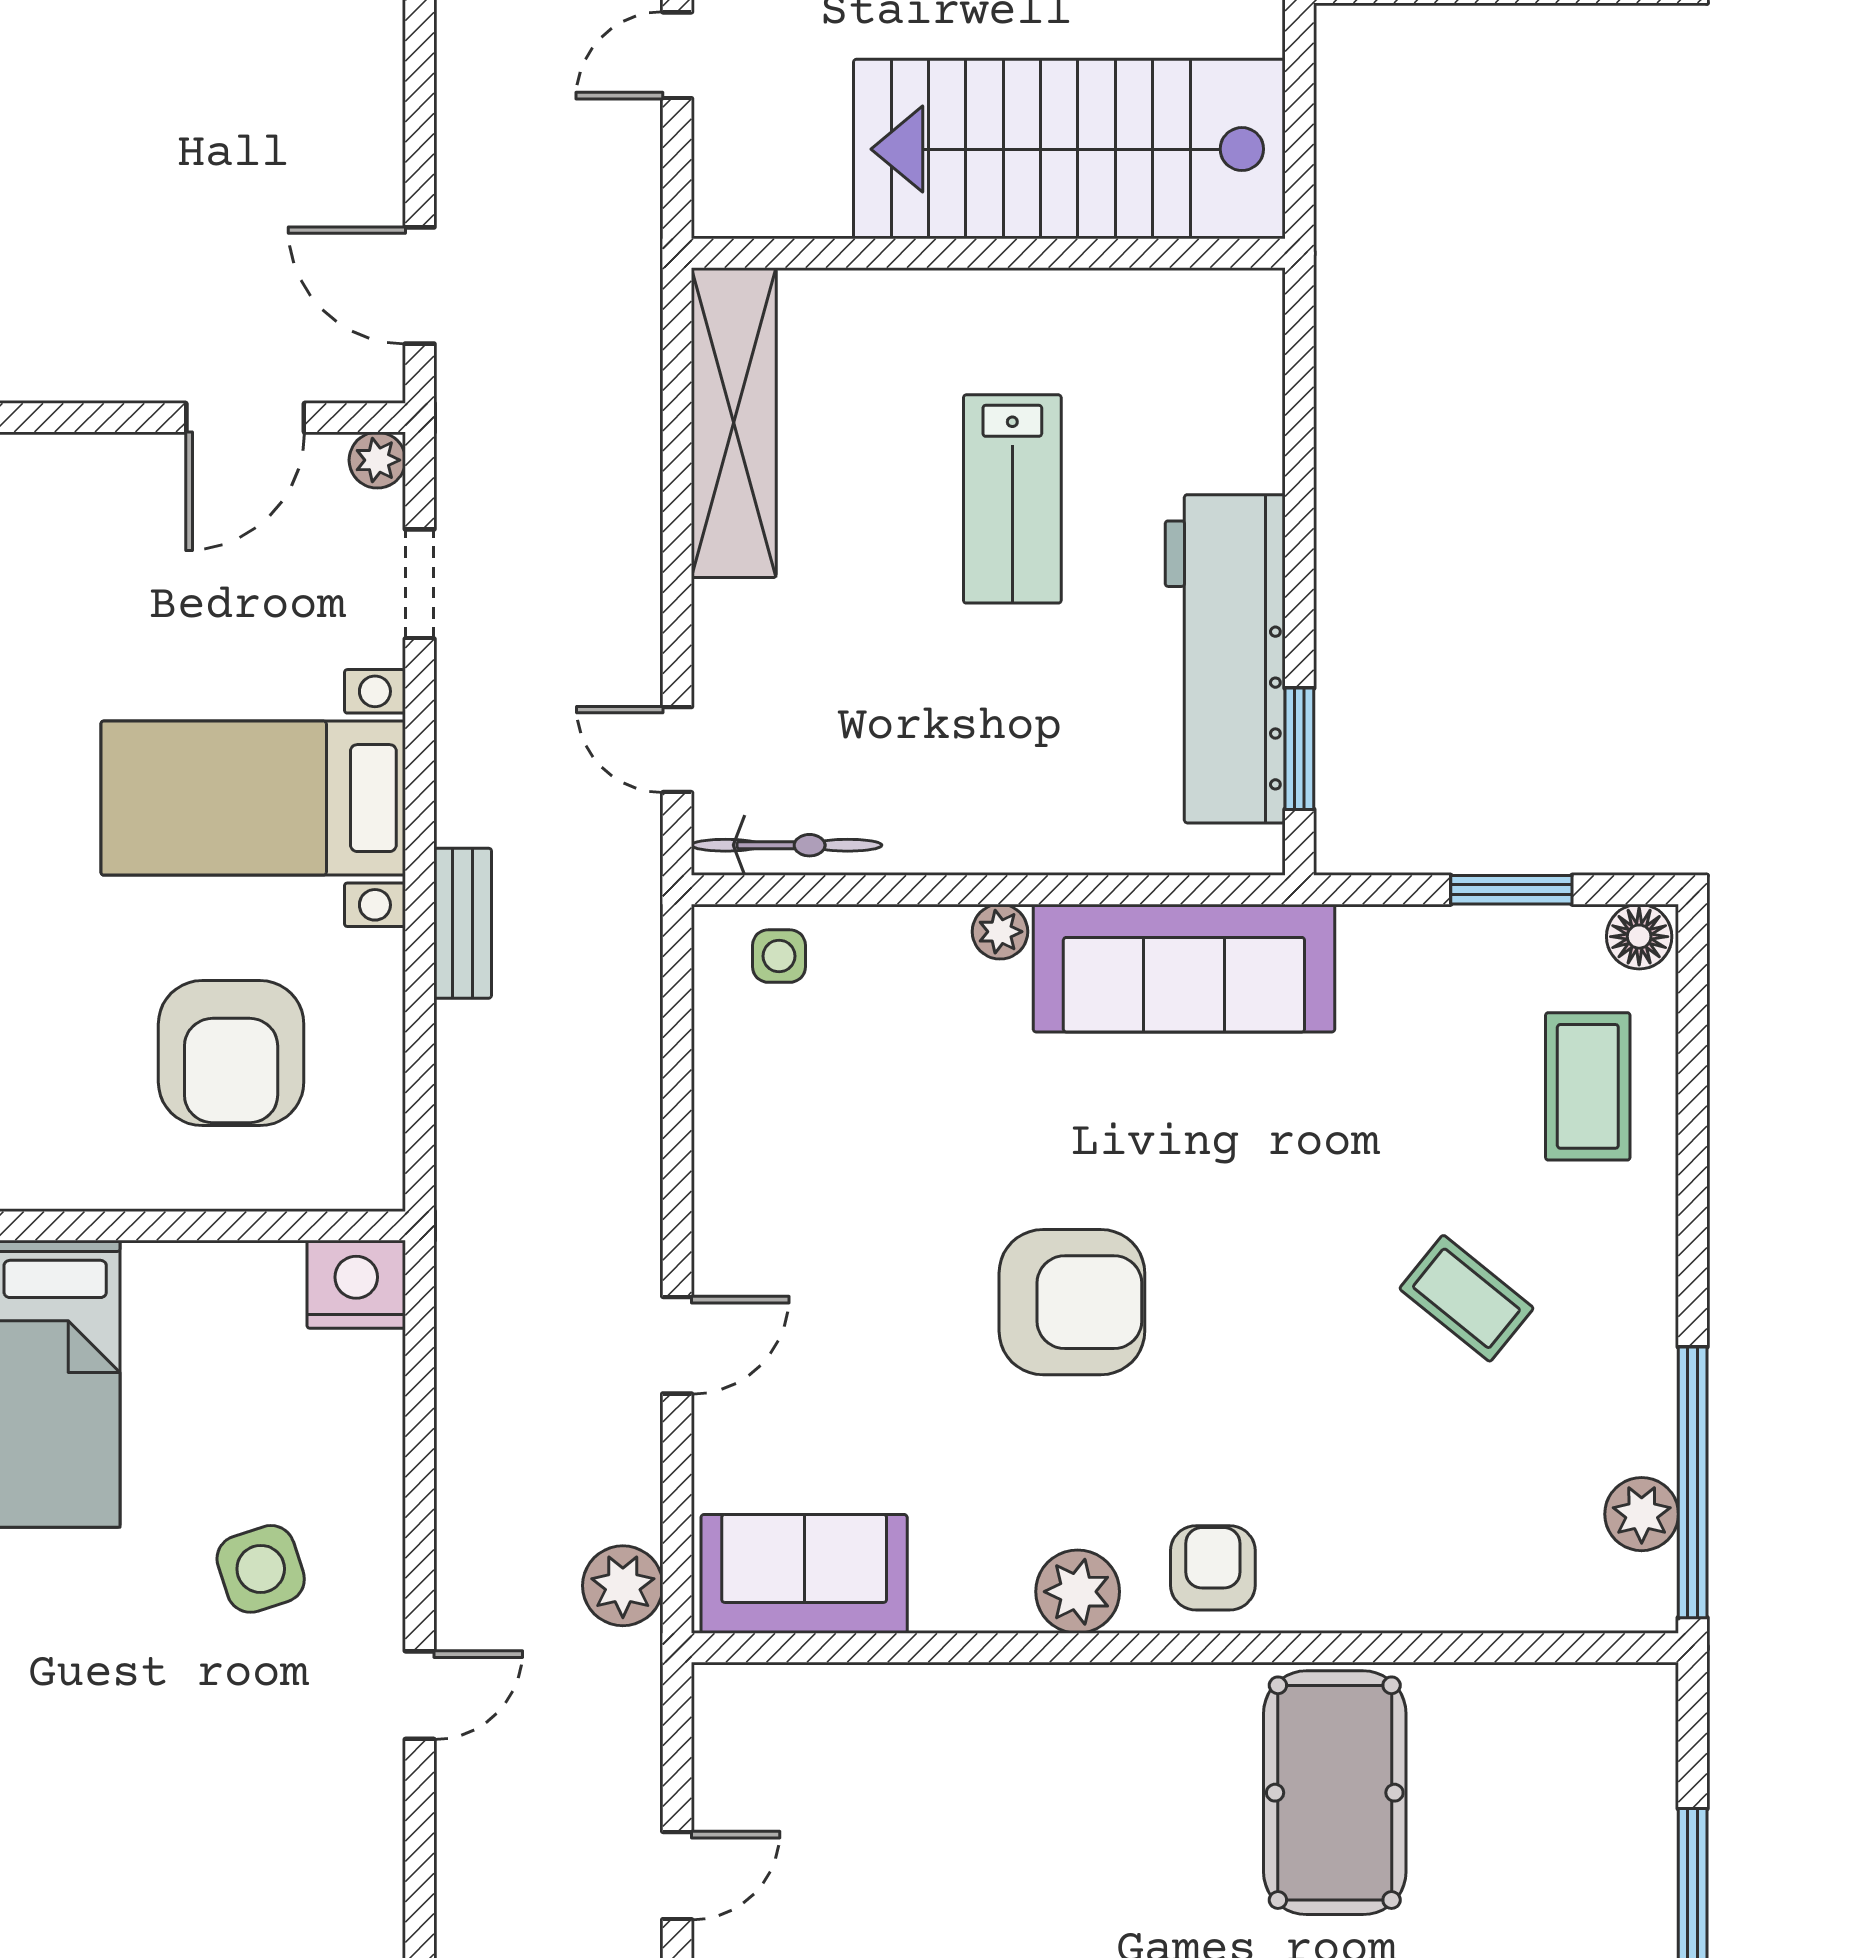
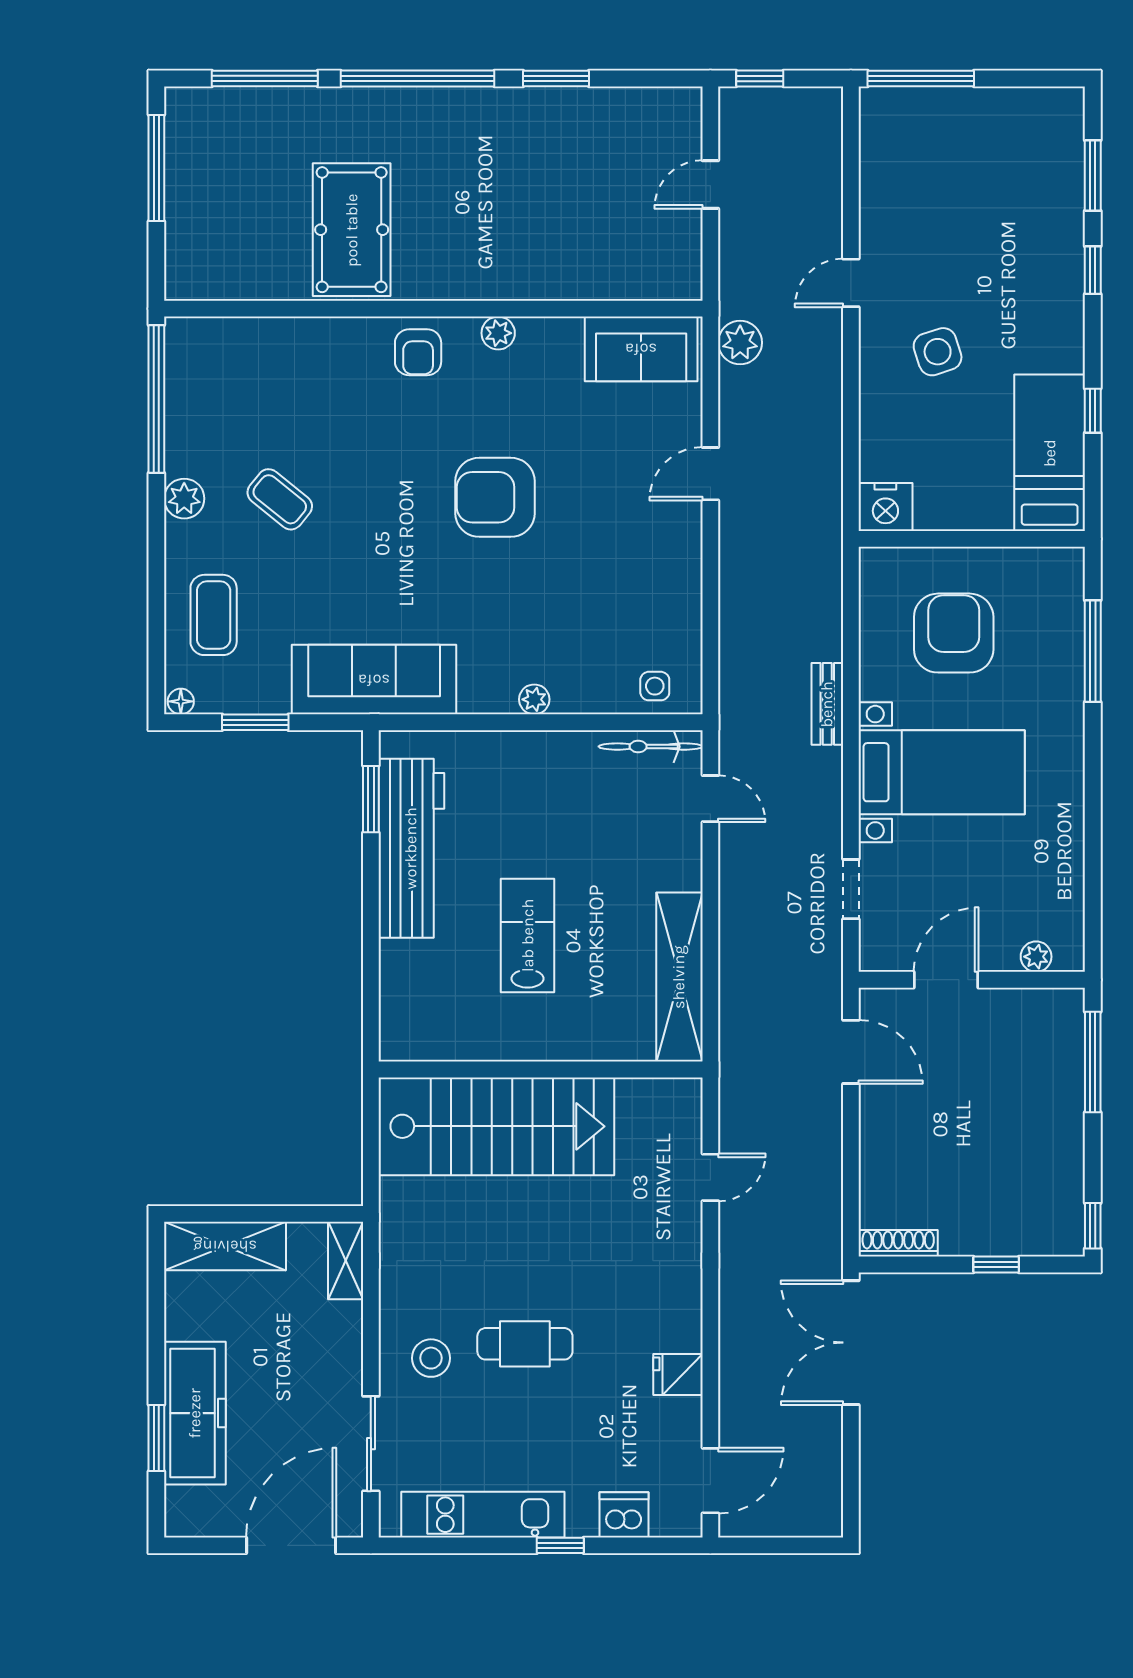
plant: (377, 460) -> (1036, 957), moved
floor lamp: (1639, 937) -> (181, 701), width x0.73, depth x0.73
sofa: (1184, 968) -> (374, 680), moved
plant: (1642, 1514) -> (184, 499), moved
plant: (1078, 1592) -> (498, 333), width x0.73, depth x0.73

